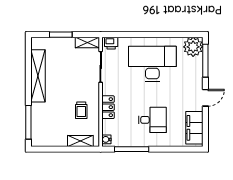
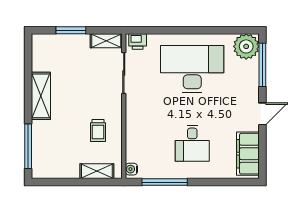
shelving: (38, 76) -> (41, 96), width x0.68
locker: (108, 107) -> (134, 126), removed
desk: (152, 120) -> (192, 143), turned 90

